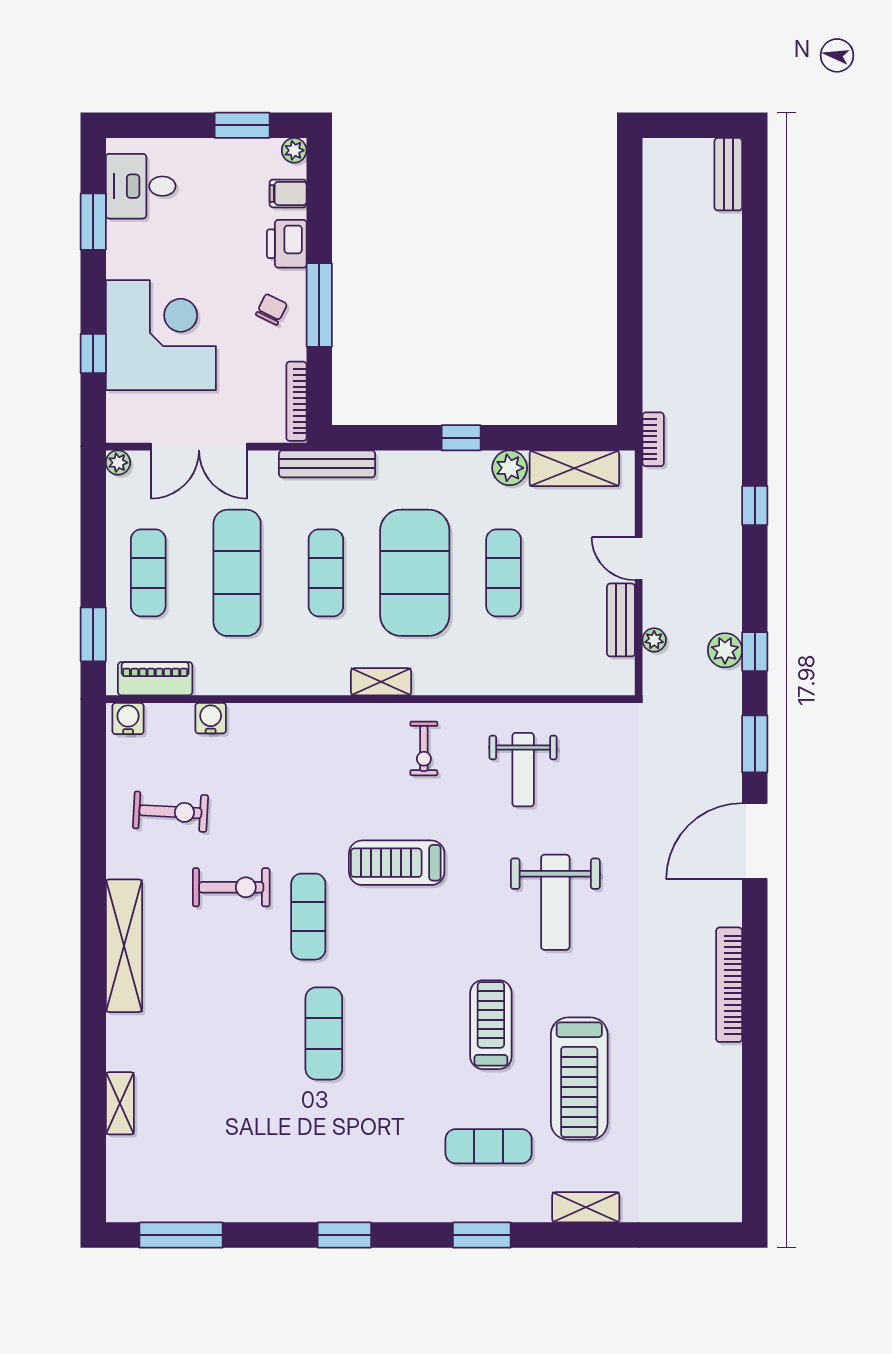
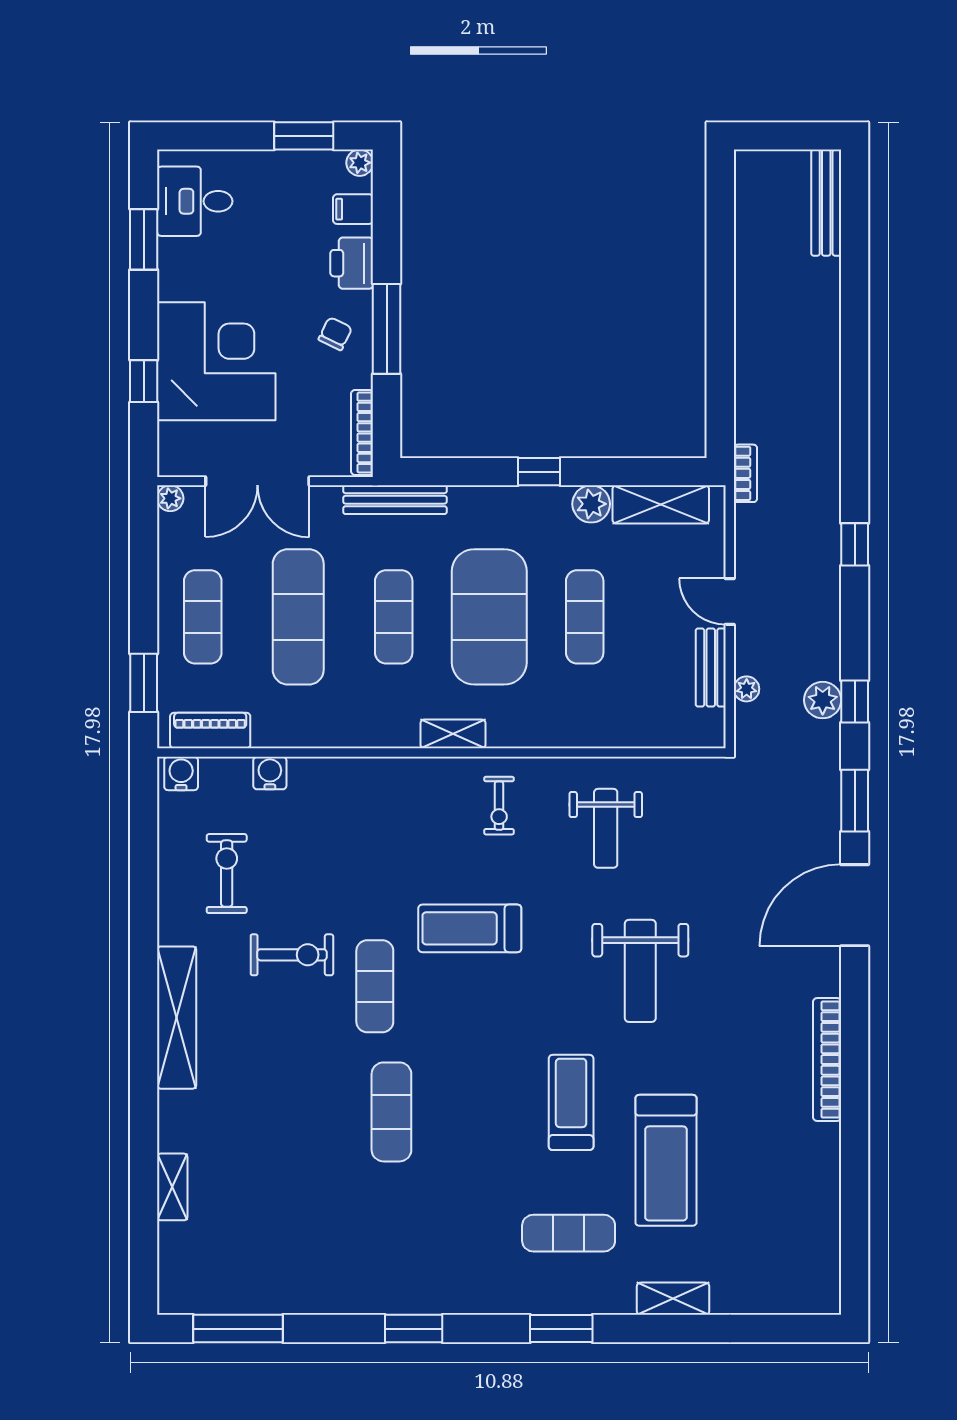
bench: (728, 174) -> (826, 203), width x1.36
exercise bike: (170, 812) -> (227, 874), turned -93

